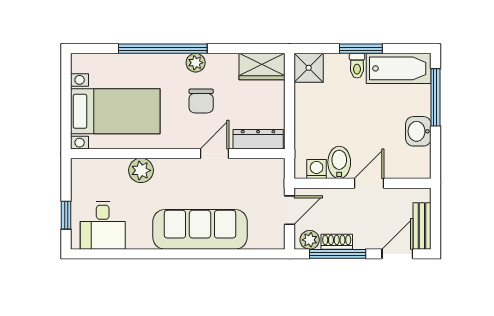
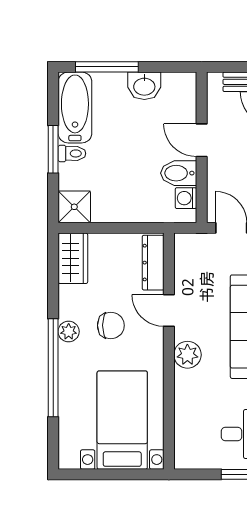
plant: (141, 170) -> (187, 355), moved

